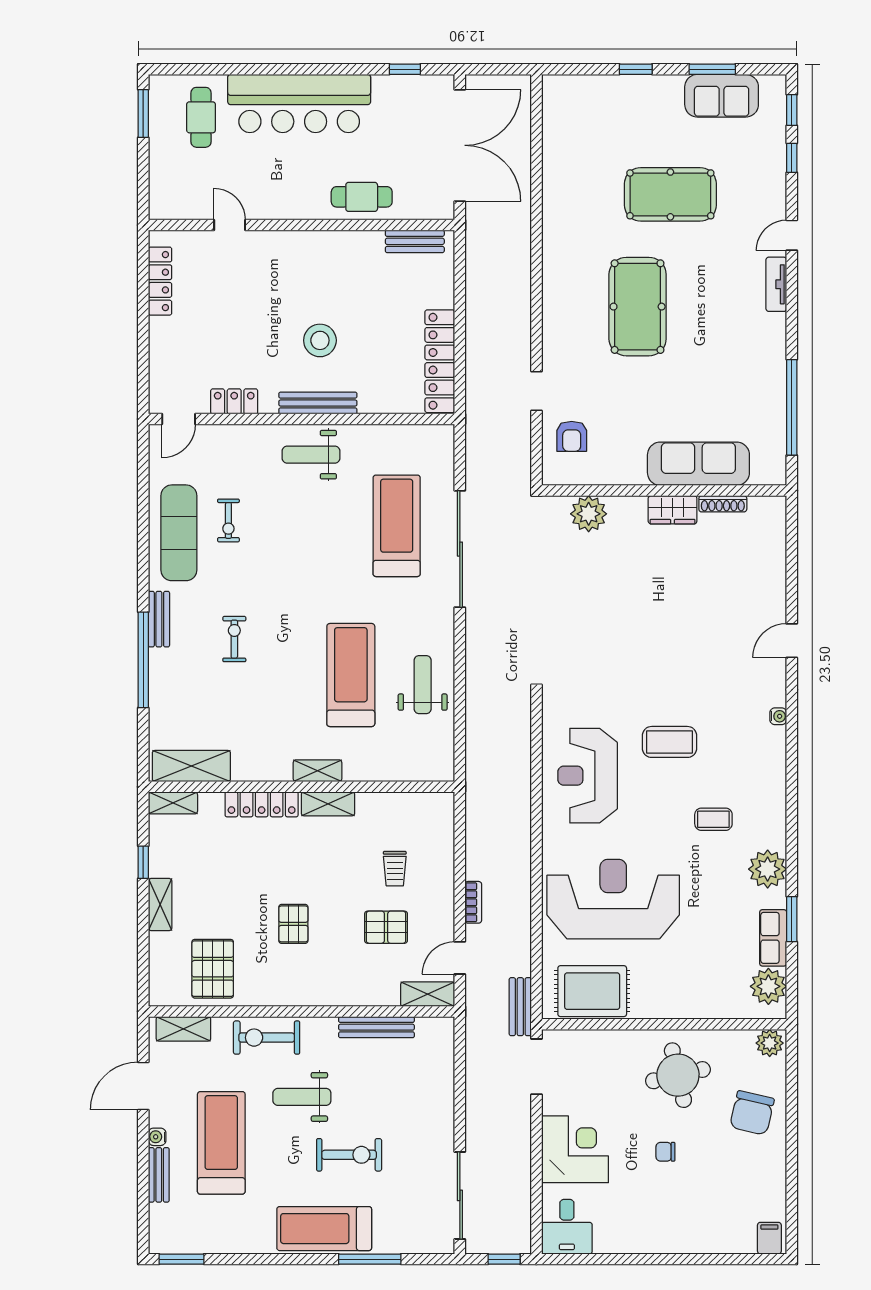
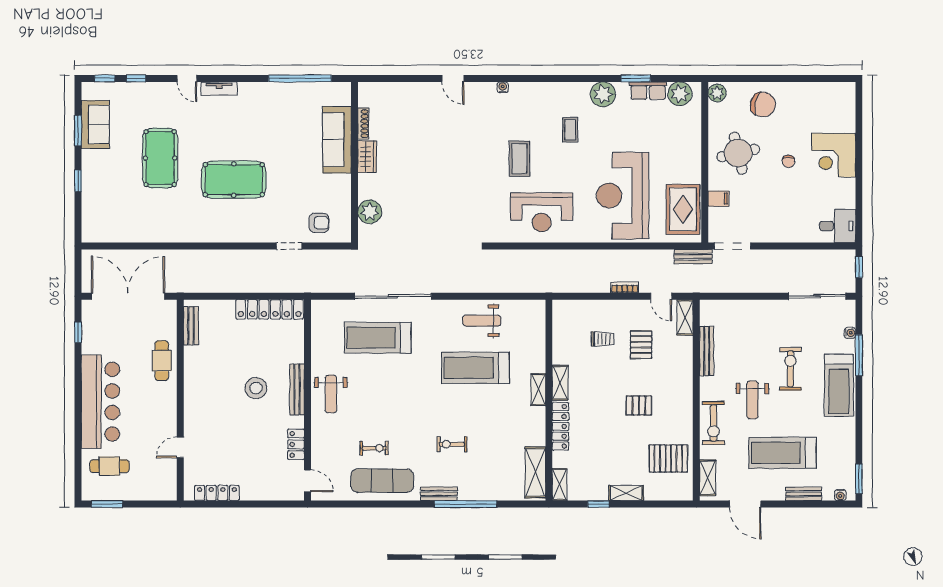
water cooler: (157, 1137) -> (840, 495), moved
corner desk: (575, 1149) -> (834, 155), moved, turned -90
filing cabinet: (769, 1238) -> (718, 199), moved, turned 180
water cooler: (404, 1245) -> (850, 333), added

